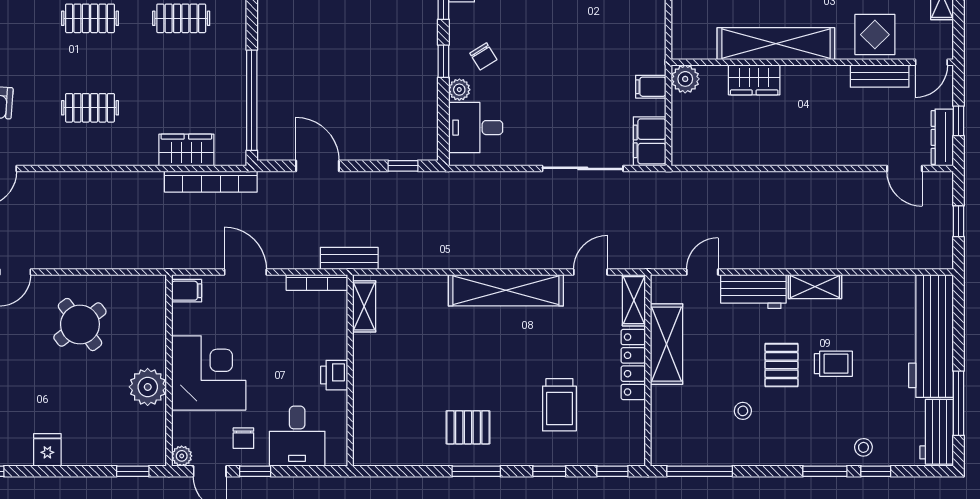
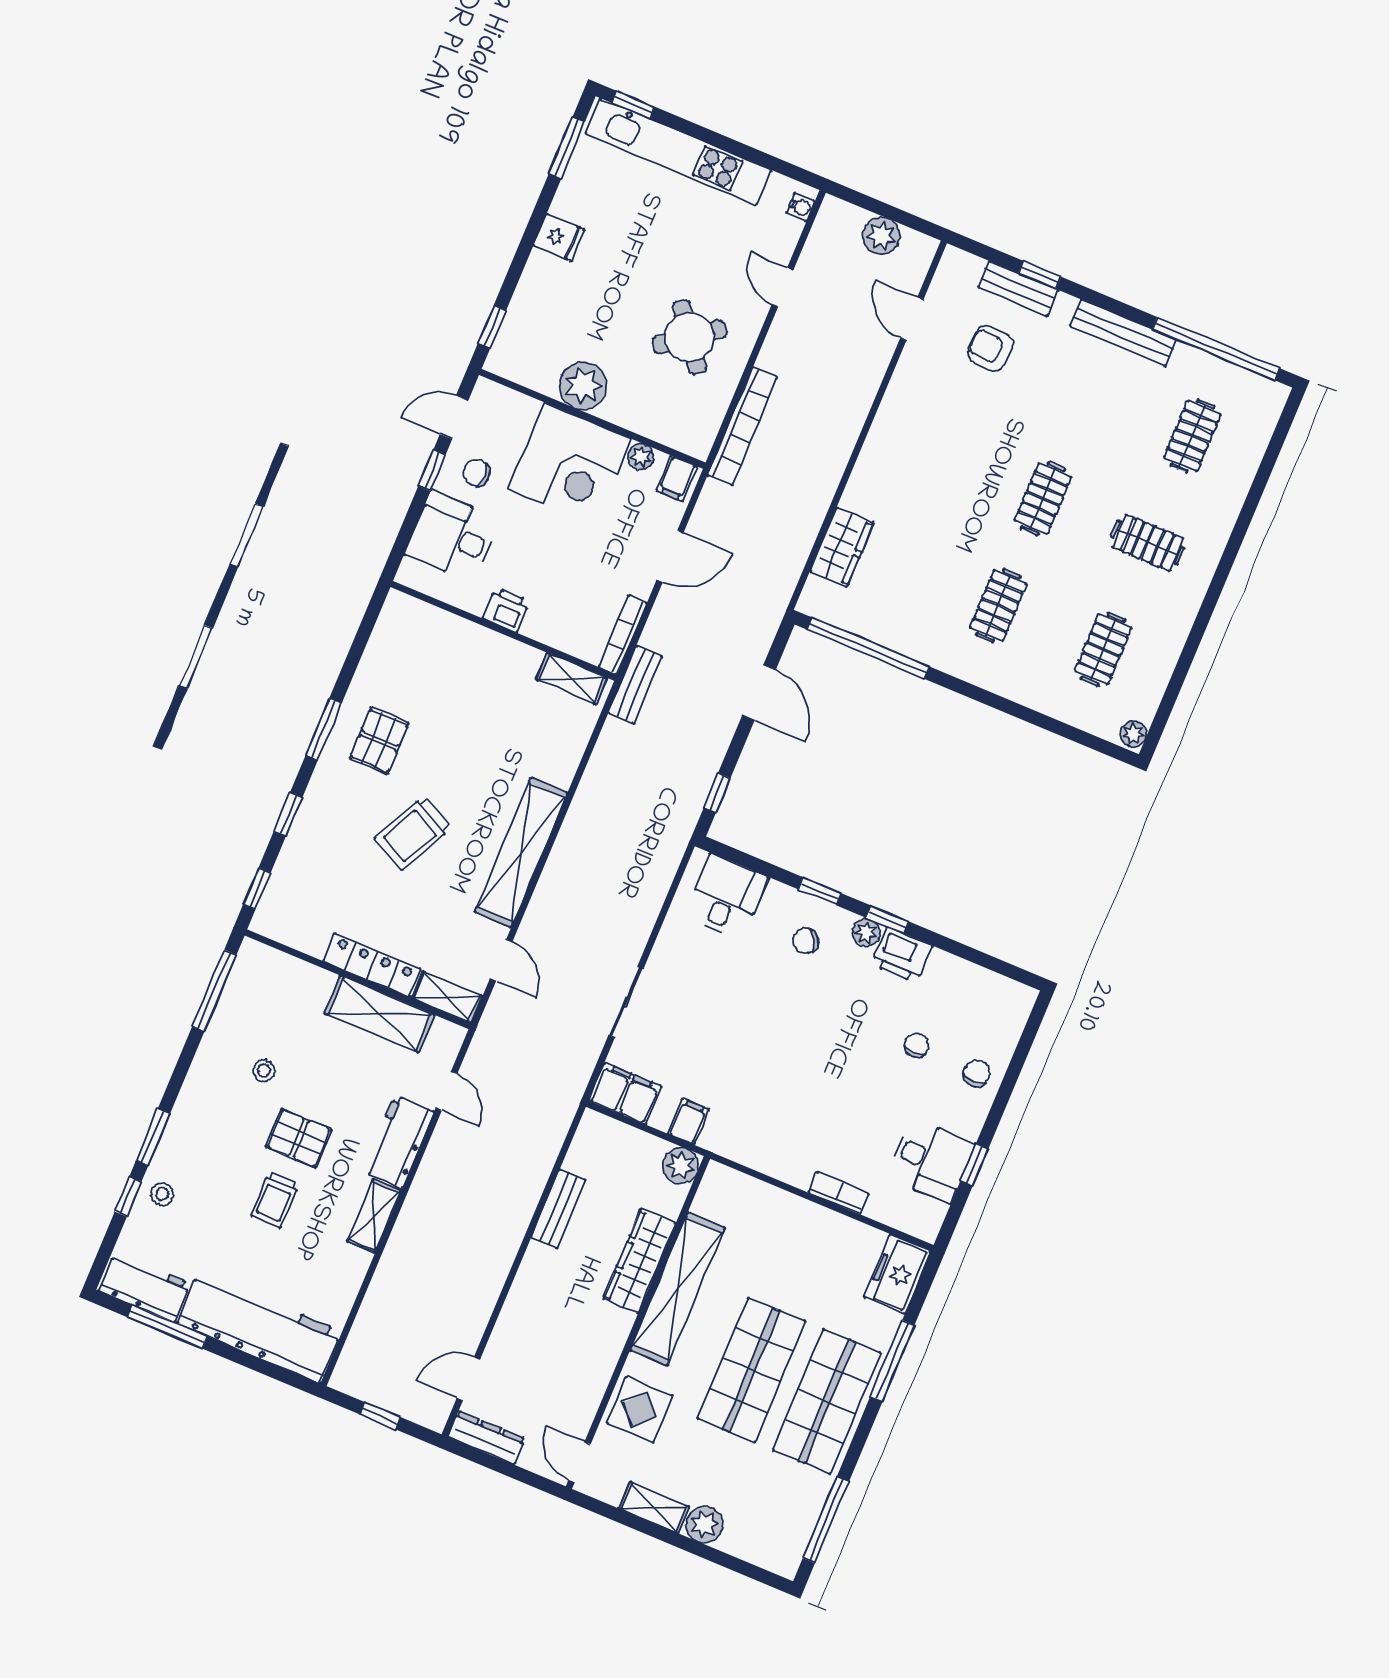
bench: (880, 76) -> (558, 1209), moved
wardrobe: (754, 80) -> (640, 1261), width x1.50
plant: (459, 90) -> (866, 933), moved
clothes rail: (90, 108) -> (938, 455), removed
window: (958, 121) -> (498, 1465), removed
door: (318, 166) -> (759, 693), hinge flipped
sliding door: (583, 168) -> (626, 1002), width x0.73
bookcase: (211, 182) -> (743, 426), moved, turned 180
trolley: (559, 405) -> (413, 833), moved, turned -63
plant: (182, 456) -> (641, 457), moved

